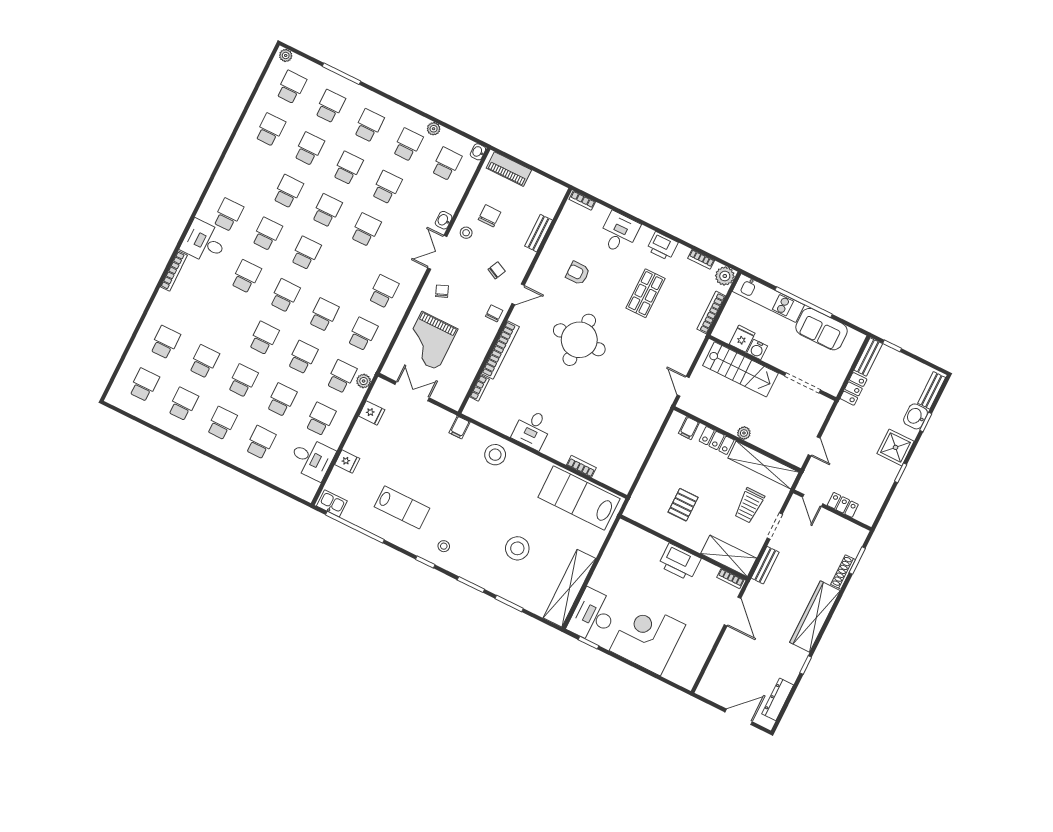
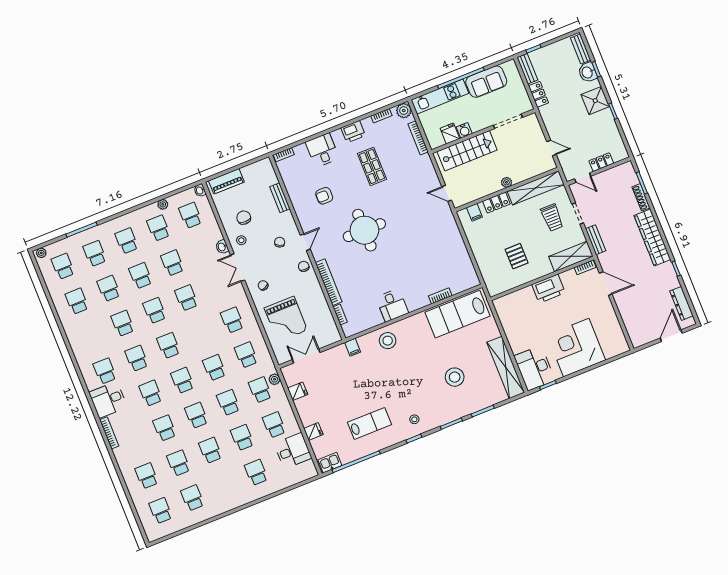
school desk: (222, 423) -> (165, 428), moved

